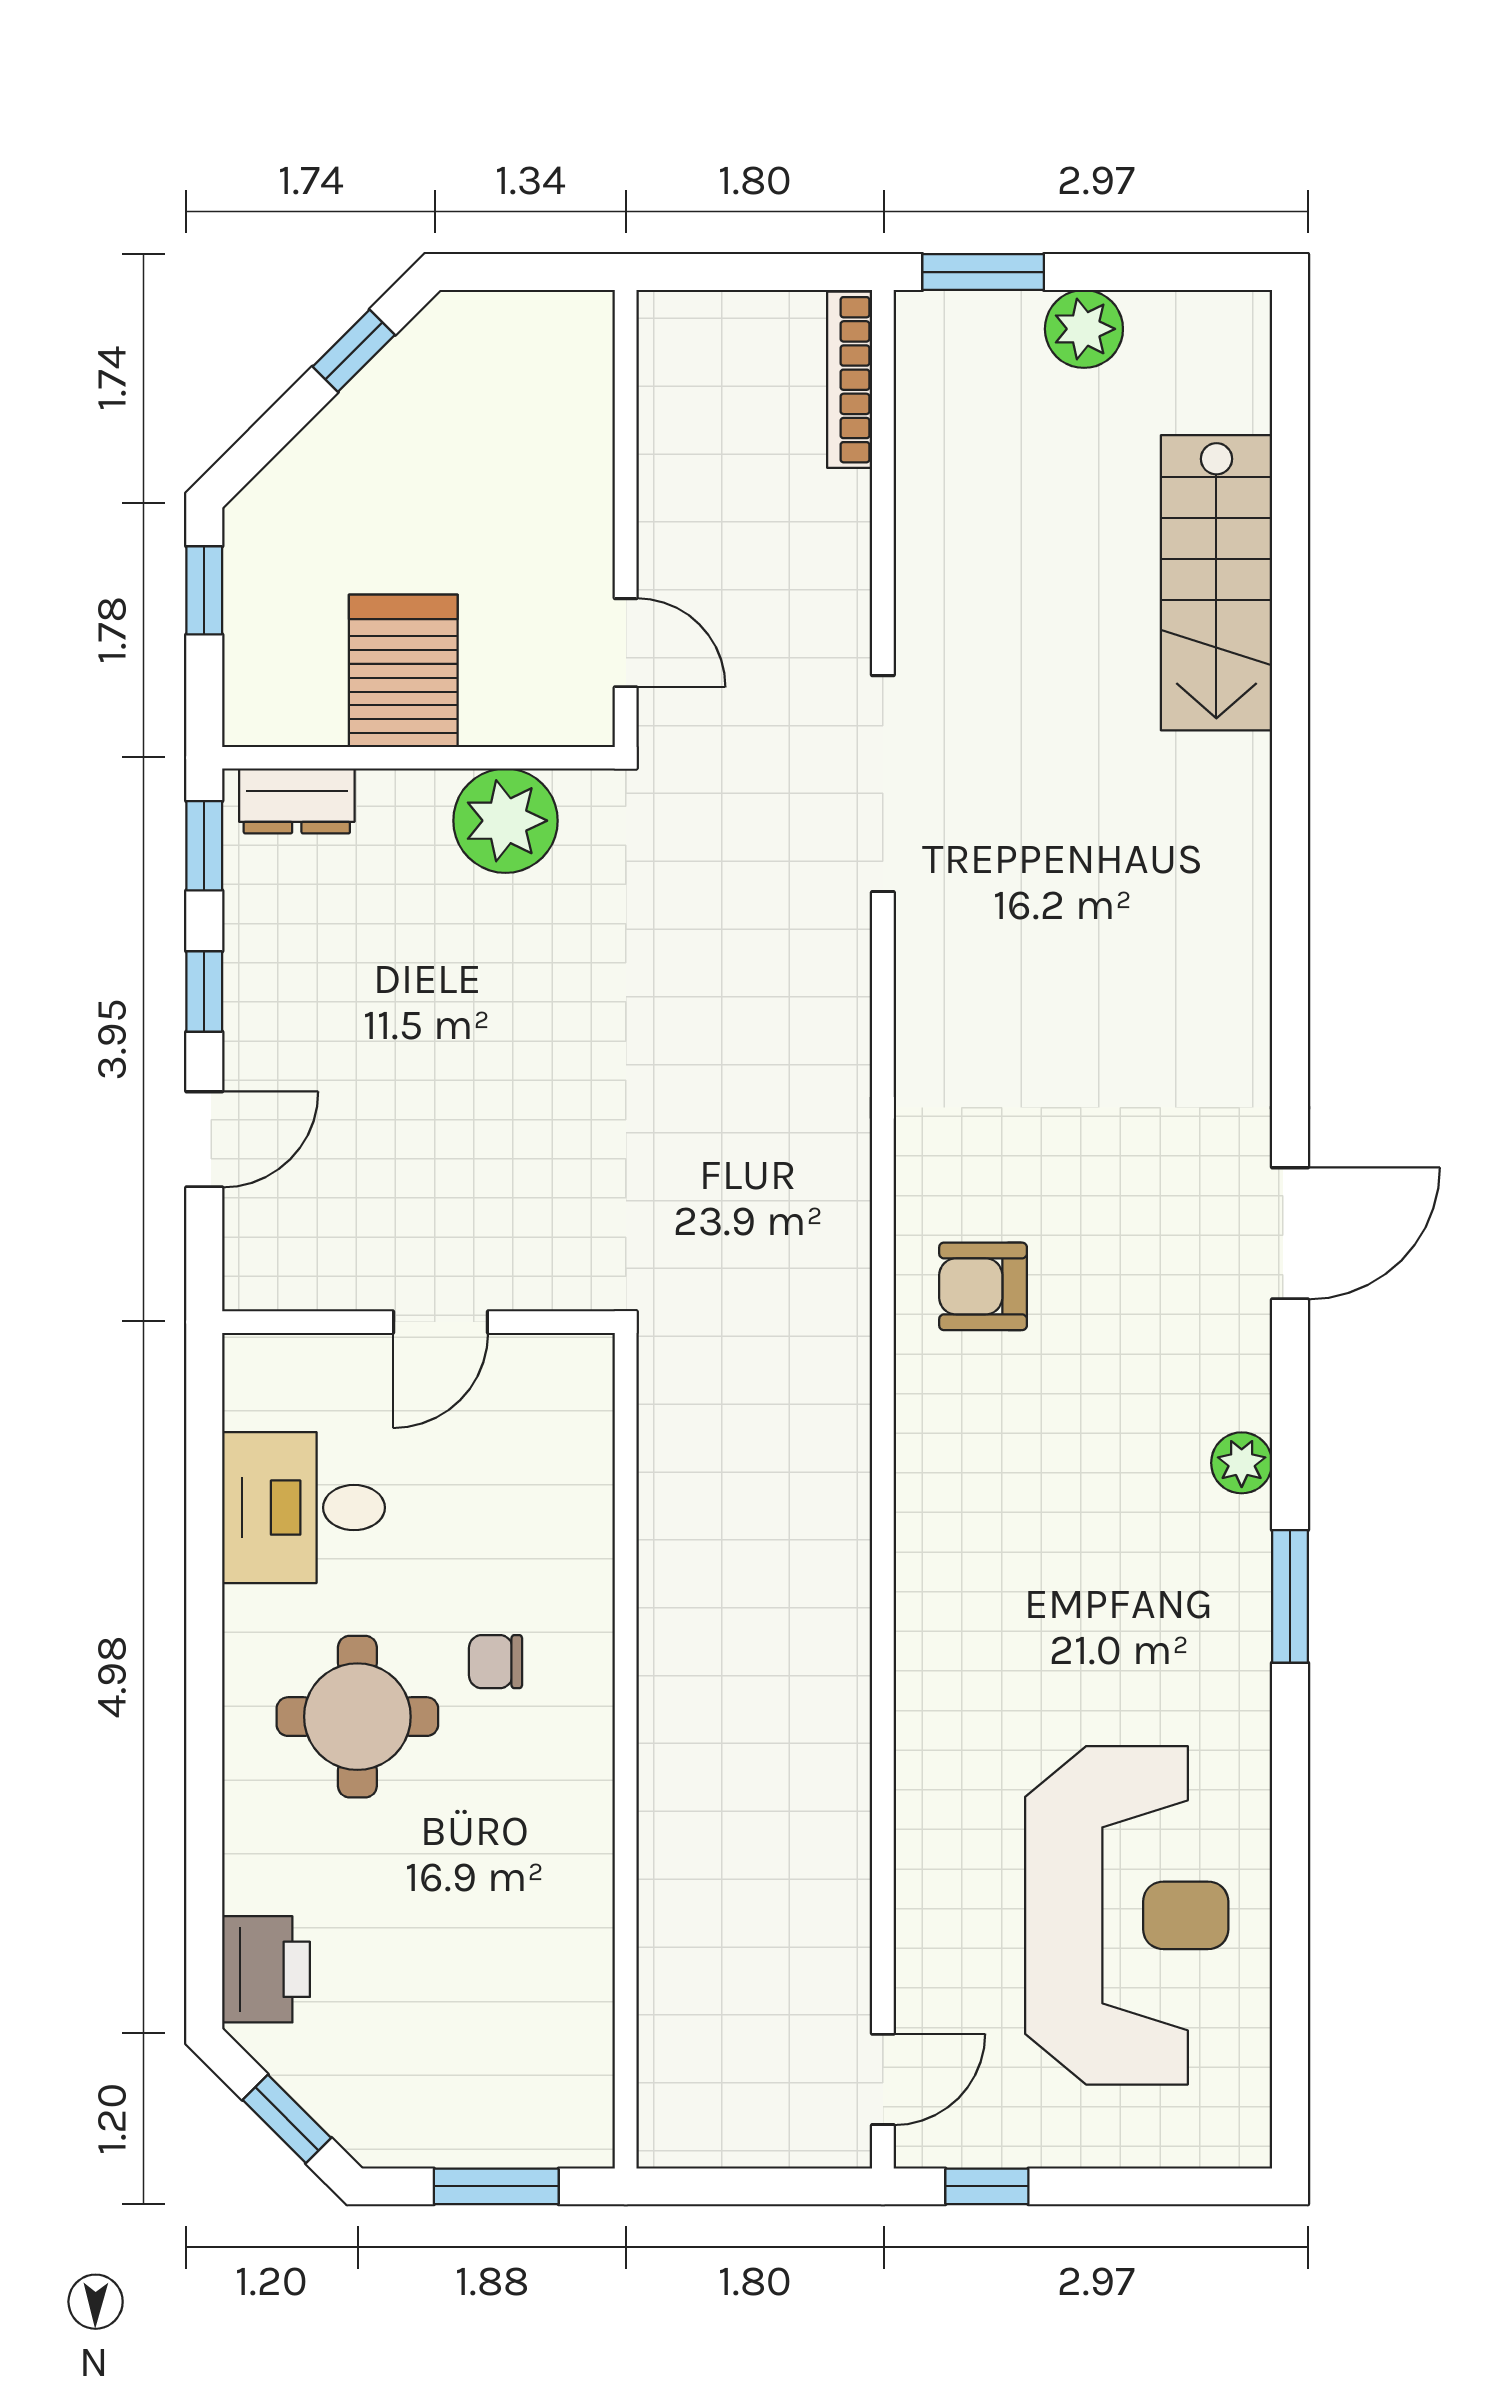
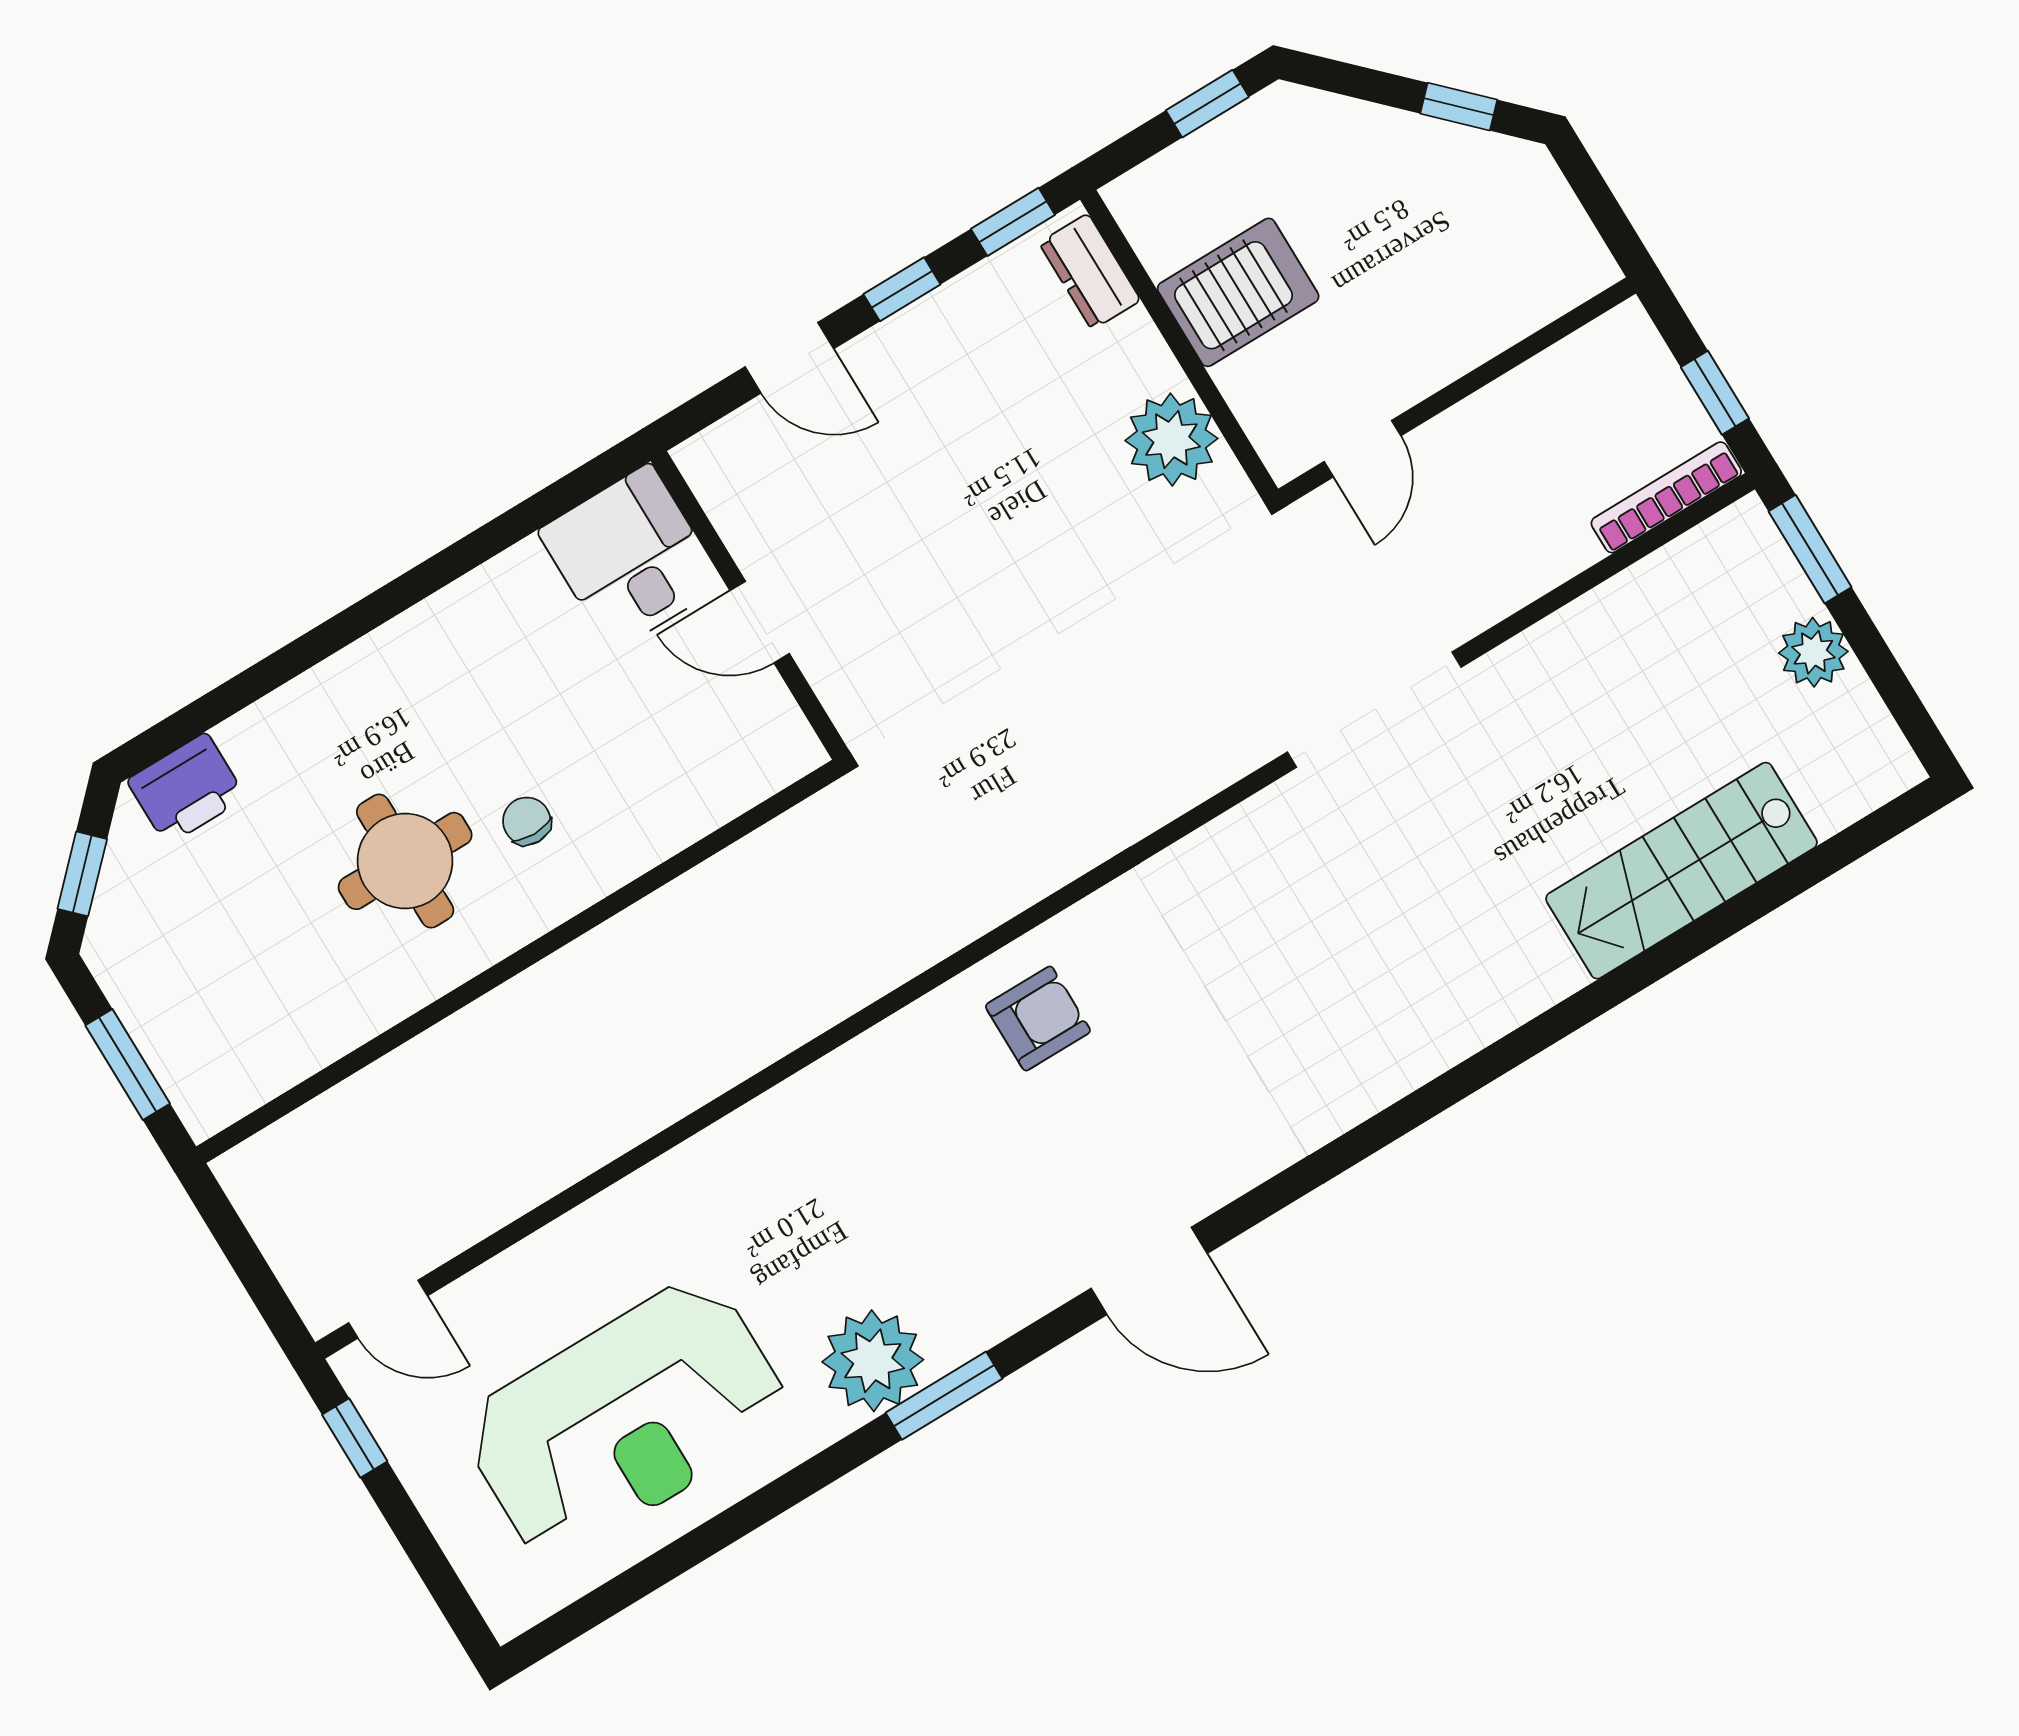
window: (778, 272) -> (1715, 393), added
door: (1290, 1233) -> (1149, 1271), moved
armchair: (983, 1286) -> (1038, 1019), turned 90
plant: (1242, 1463) -> (873, 1361), moved, width x1.87, depth x1.87
desk: (304, 1508) -> (631, 558), moved
round table: (357, 1717) -> (405, 861), moved

